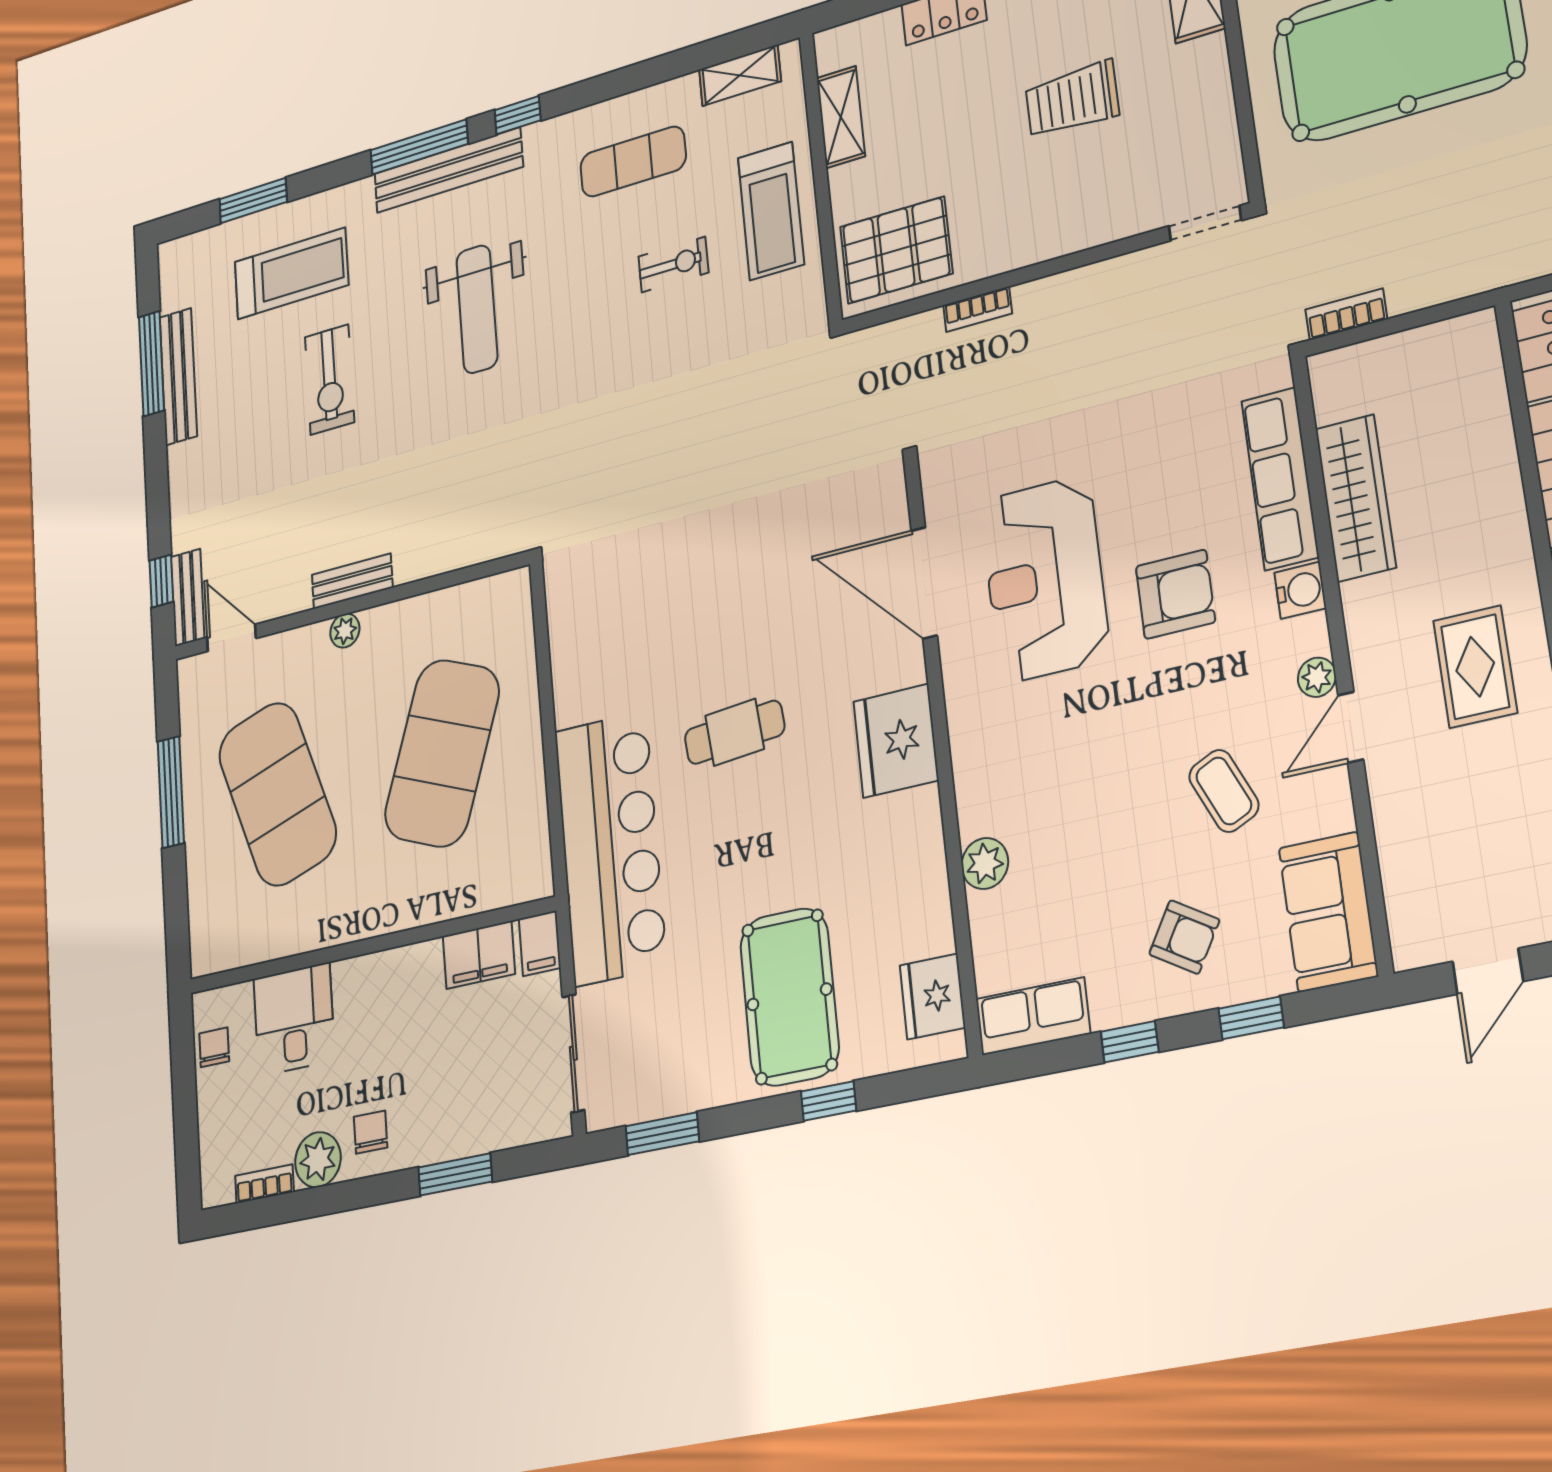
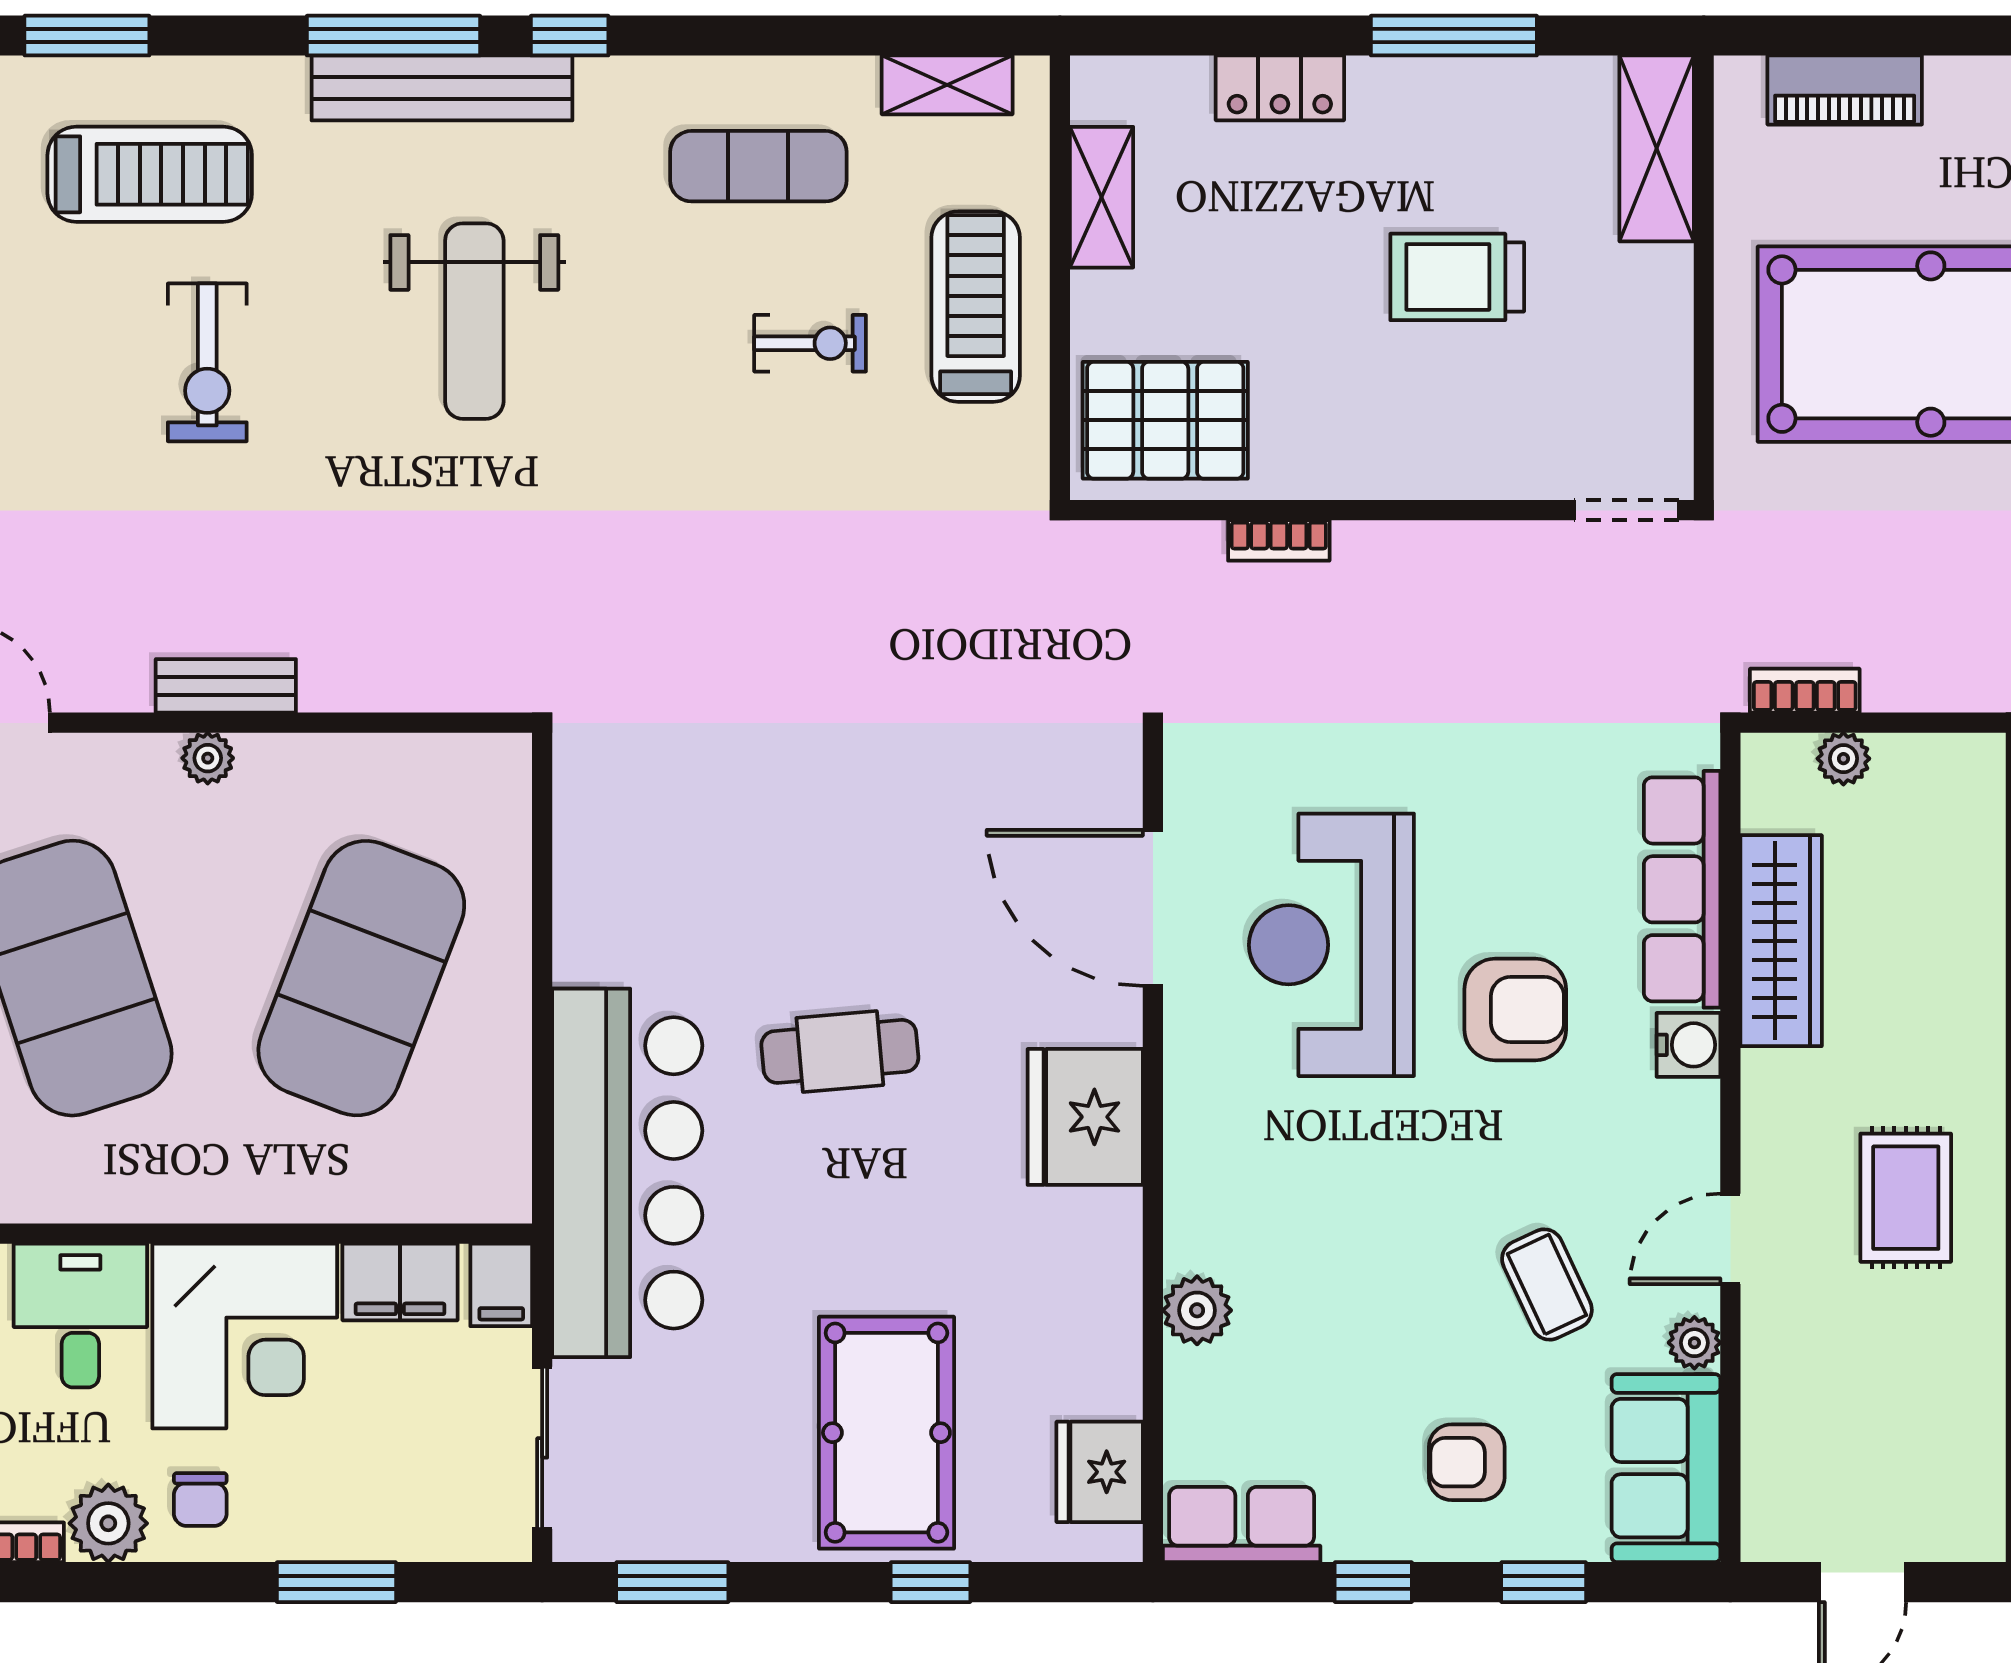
treadmill: (771, 211) -> (976, 307), turned 180
plant: (1381, 355) -> (1843, 759), added
plant: (1317, 677) -> (1694, 1343), moved
armchair: (1184, 937) -> (1467, 1462), turned 149
corner desk: (390, 1013) -> (245, 1336), added
chair: (371, 1132) -> (200, 1499), turned 180

